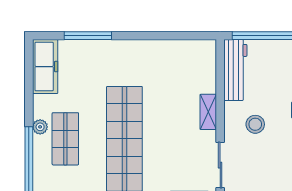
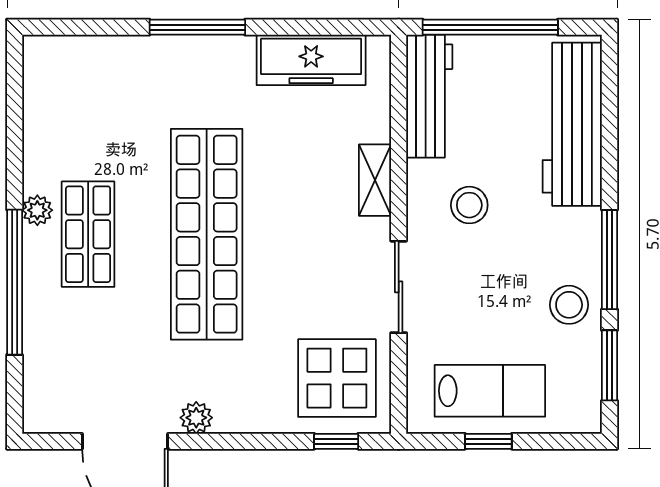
window: (88, 36) -> (197, 27), moved
freezer: (45, 67) -> (311, 60), moved, turned 90

